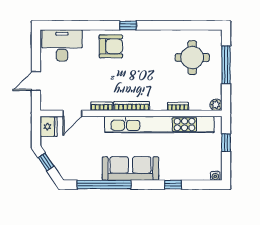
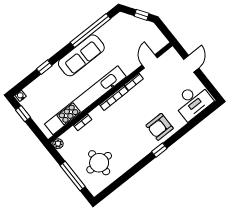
fridge: (49, 127) -> (158, 40), removed
window: (226, 143) -> (23, 114), moved

